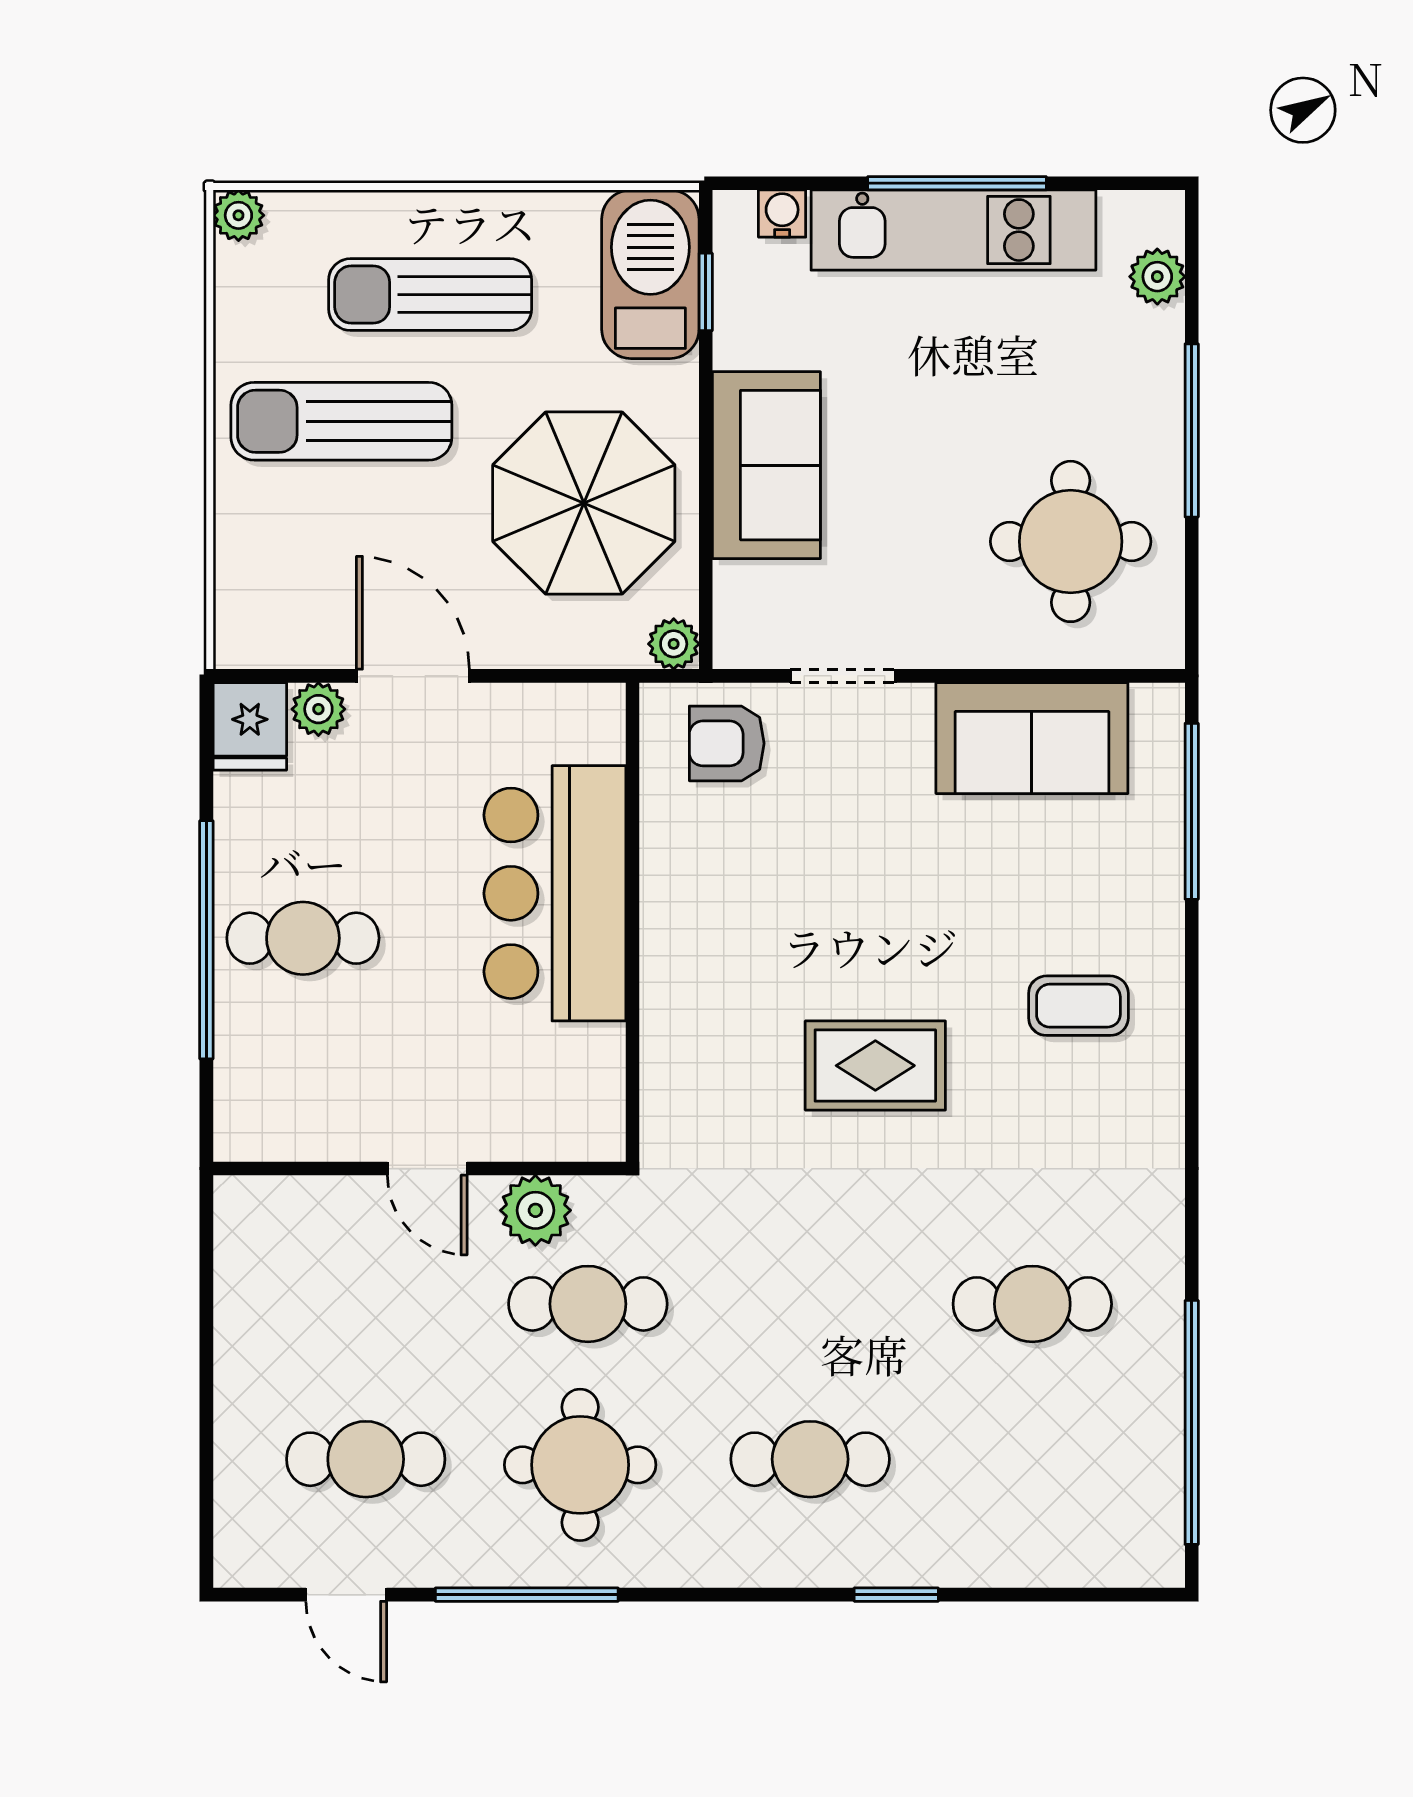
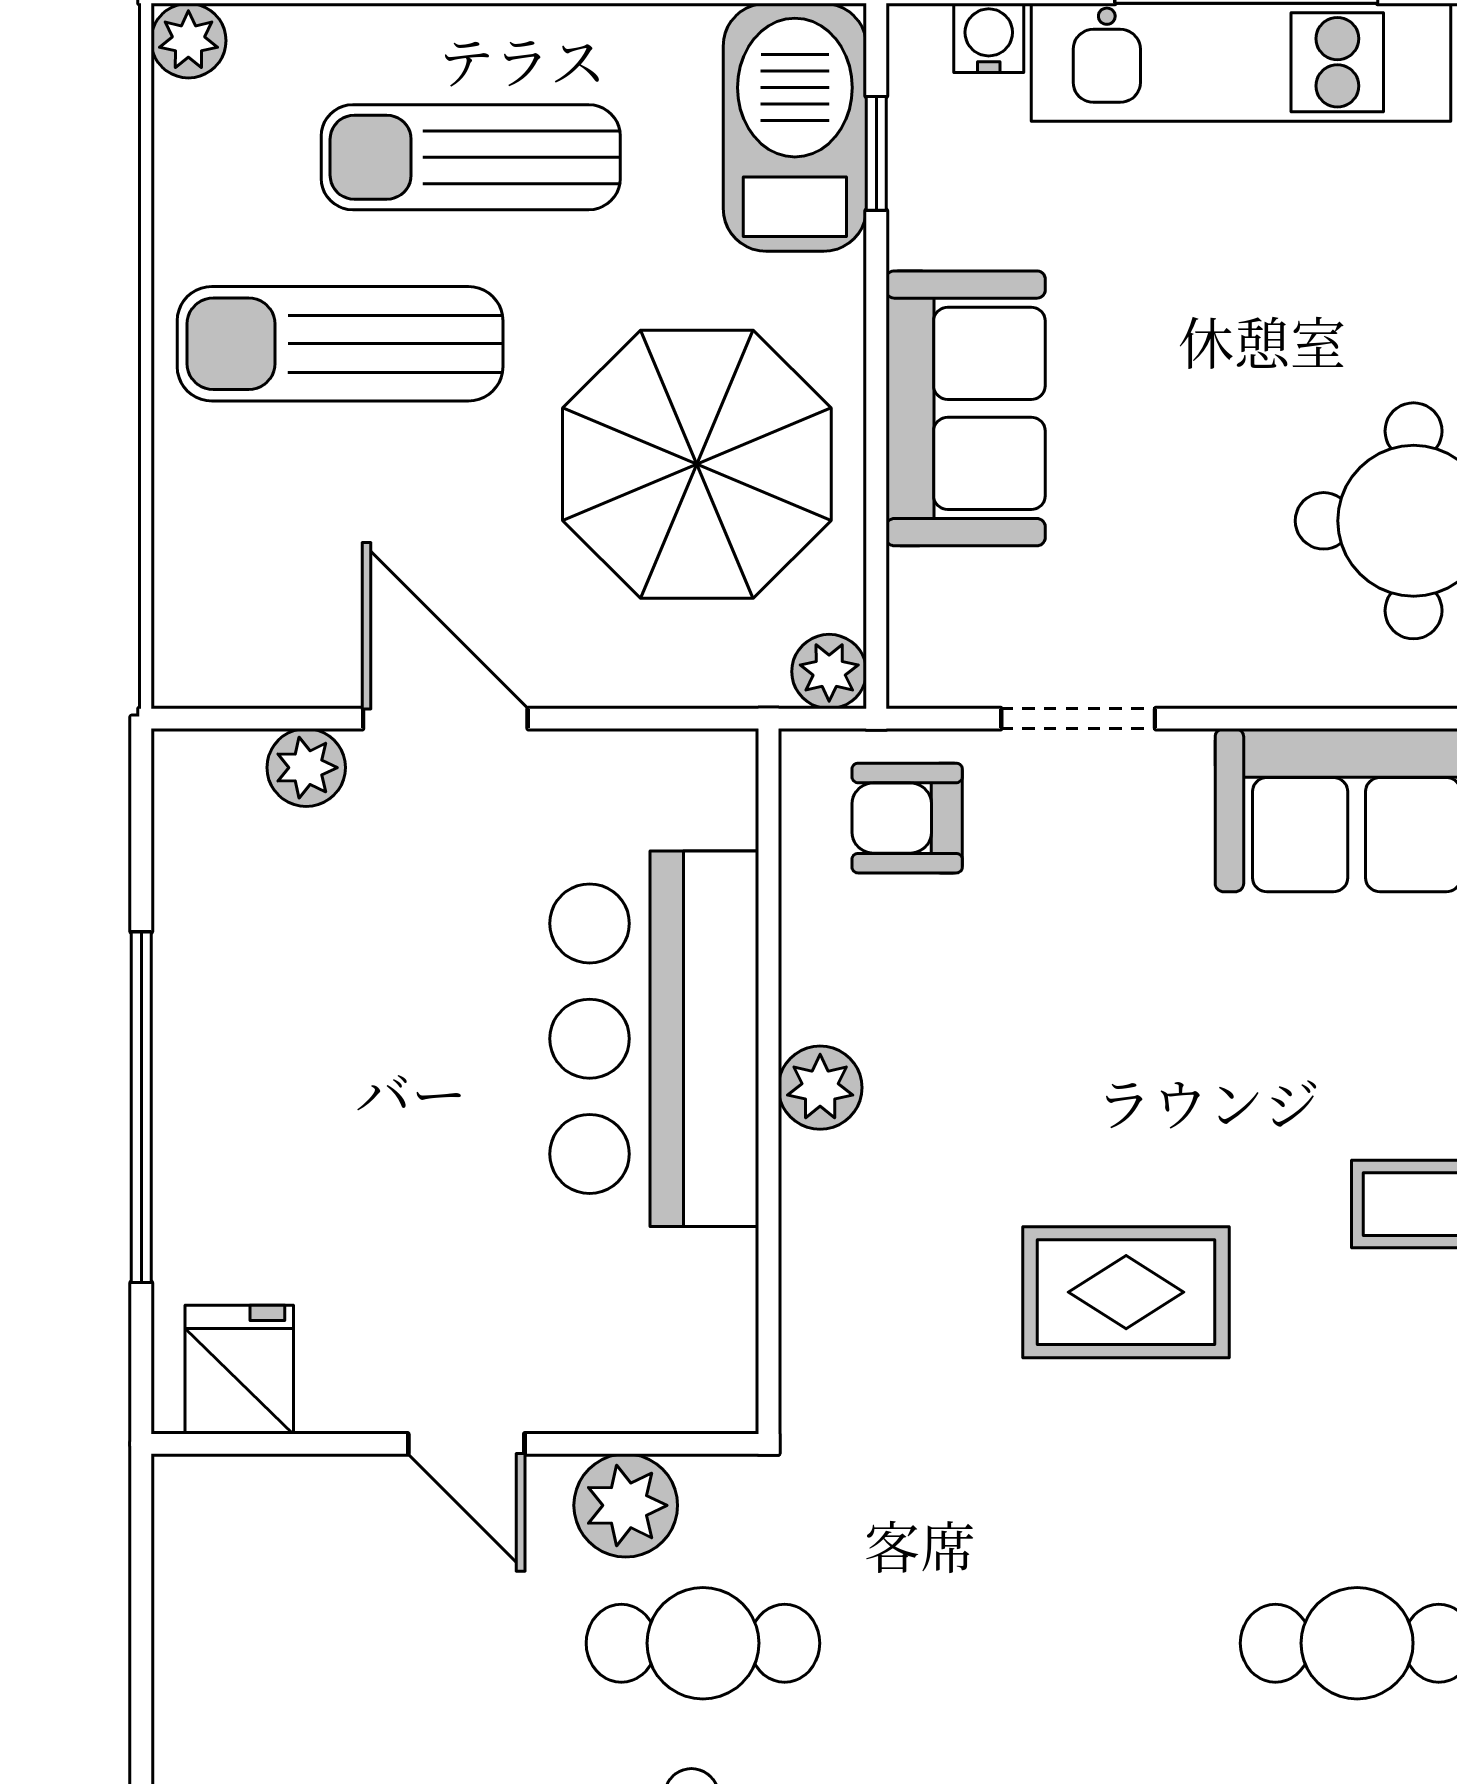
fridge: (250, 726) -> (239, 1370), moved, turned 180
plant: (668, 927) -> (820, 1088), added
cafe table: (303, 938) -> (283, 1105), removed

